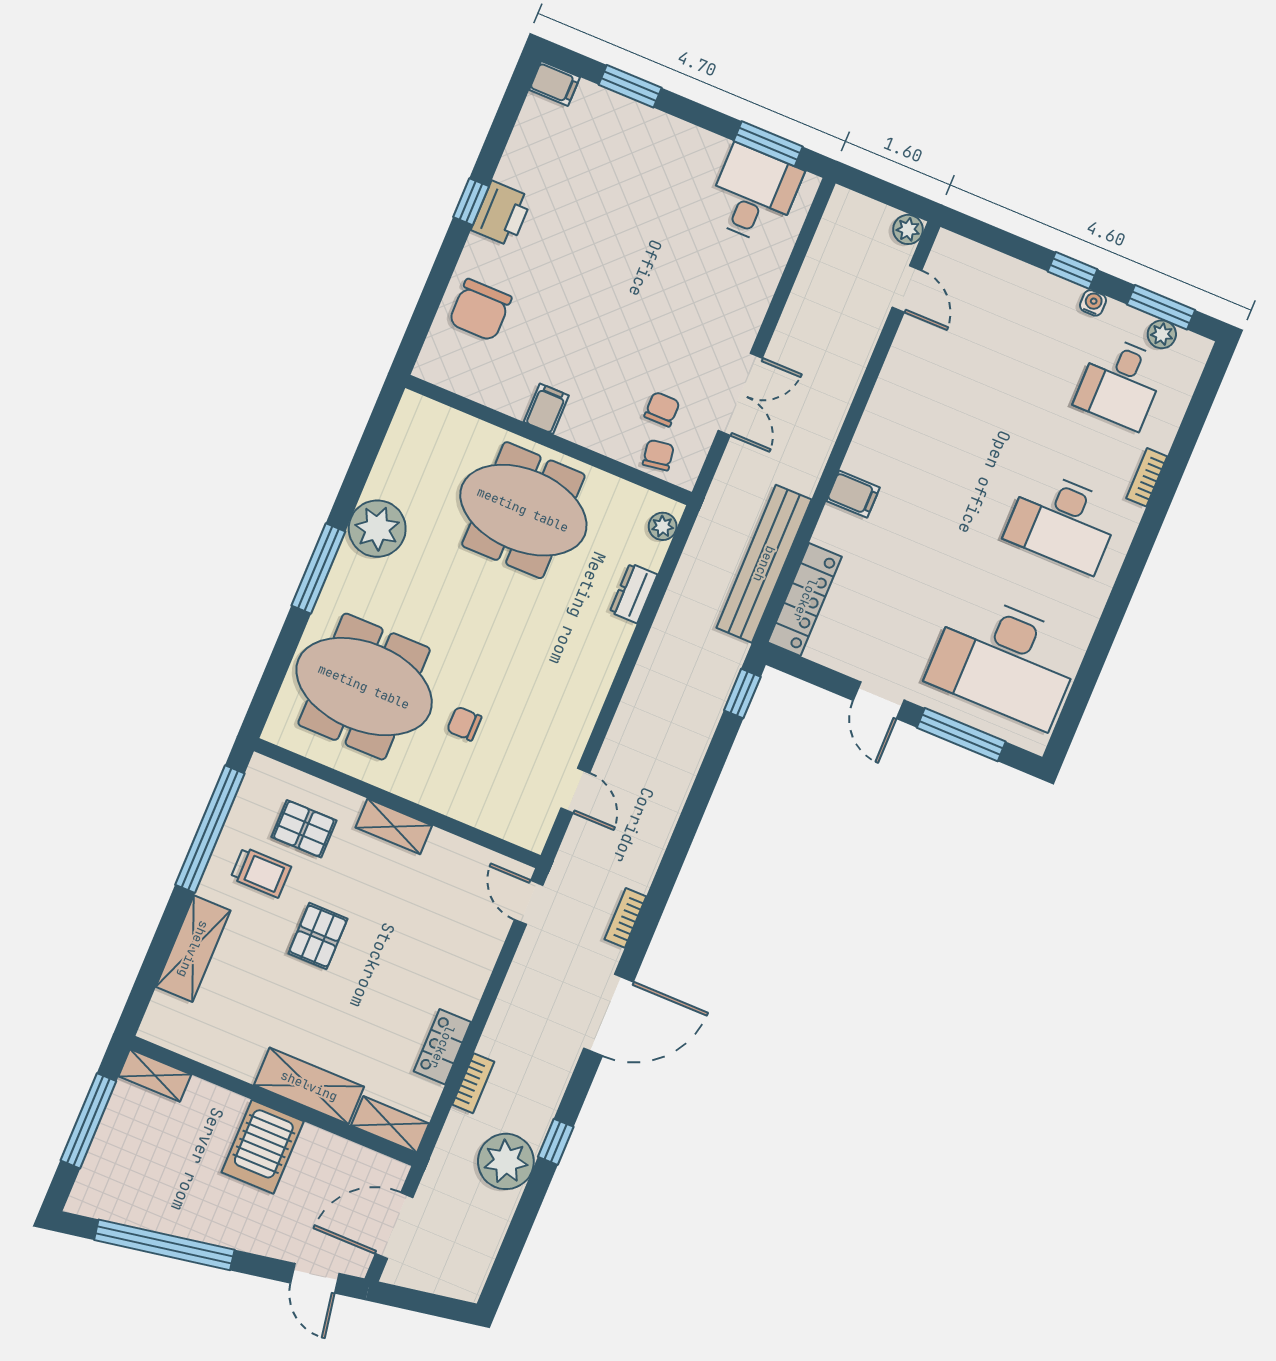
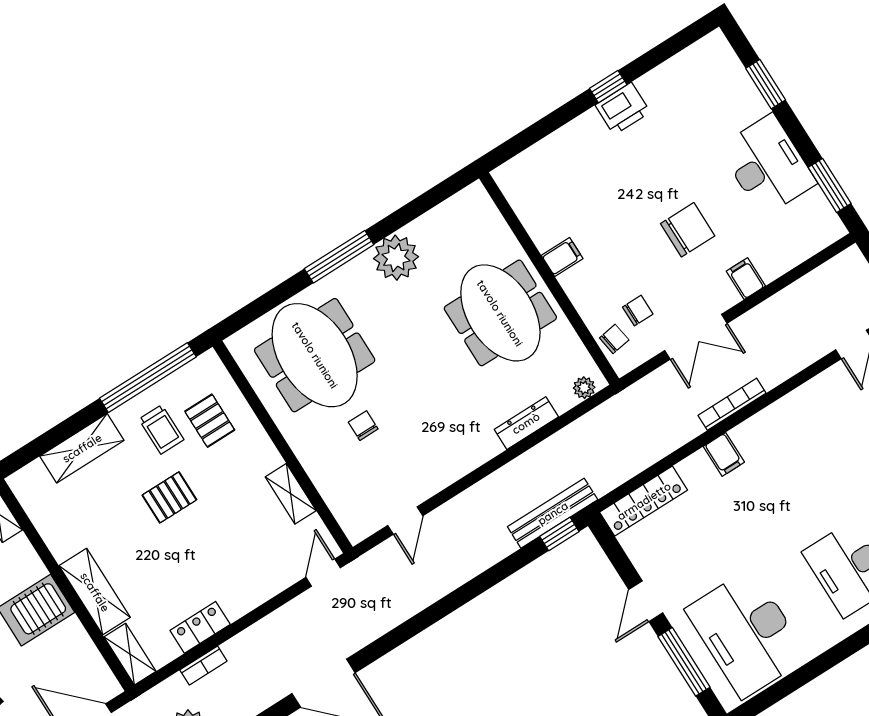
filing cabinet: (555, 83) -> (746, 279), moved, turned 180
desk: (754, 194) -> (767, 165), moved, width x1.37
chair: (480, 310) -> (688, 230), moved, turned 180
bench: (764, 564) -> (553, 513), moved, width x0.73, depth x0.82
dresser: (633, 593) -> (526, 423), width x1.44
shelving: (394, 826) -> (291, 494), moved
bookcase: (625, 918) -> (732, 404), moved, width x1.56

